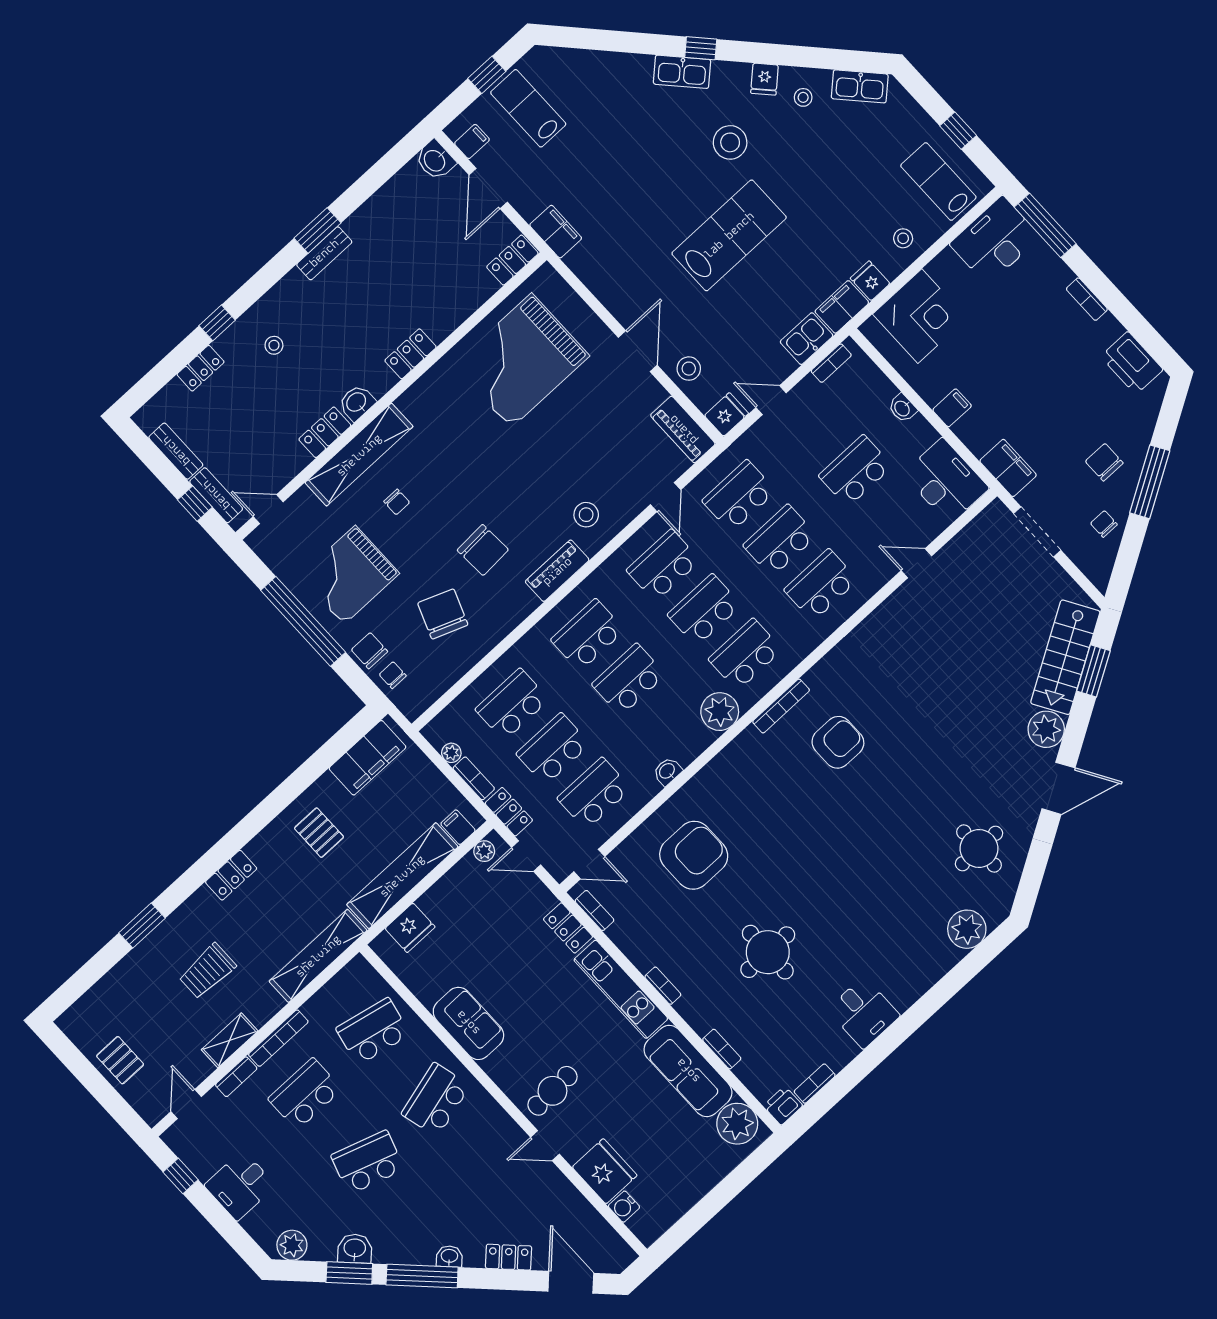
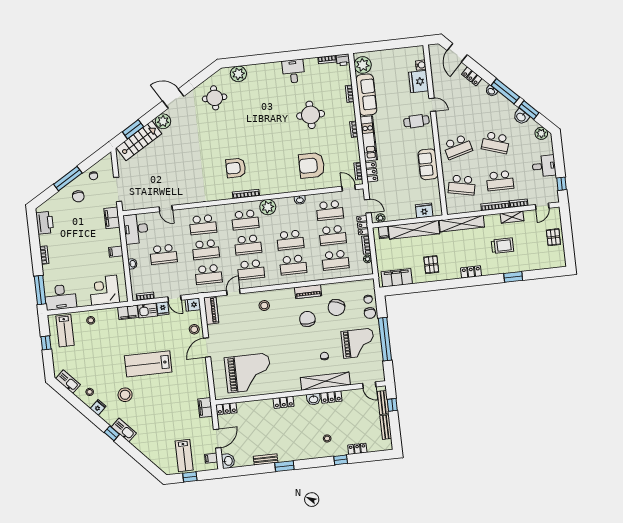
bench: (324, 253) -> (266, 459), moved
fridge: (870, 281) -> (163, 309), moved
piano: (557, 571) -> (308, 292), moved

